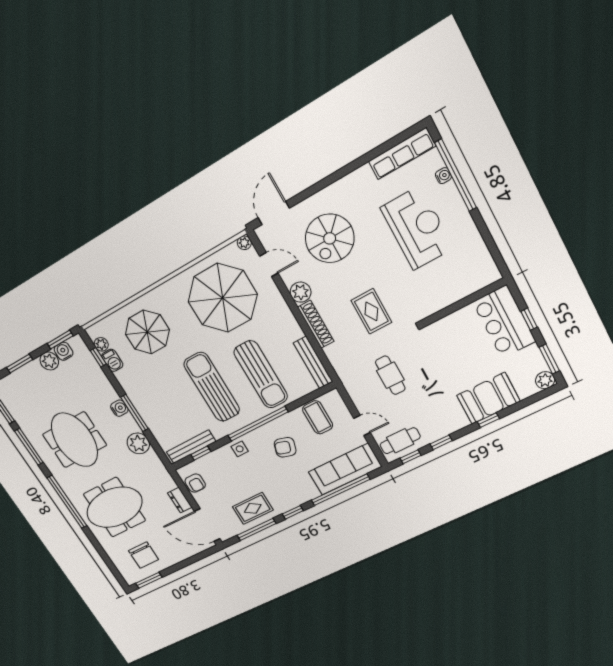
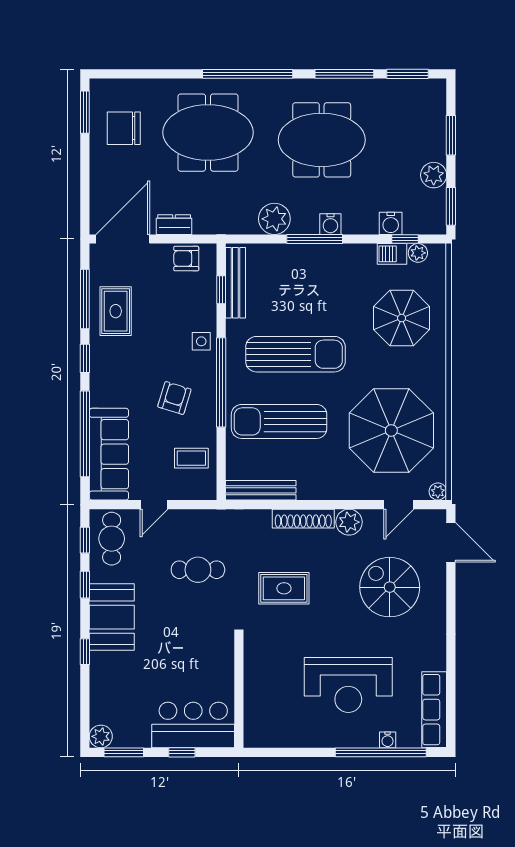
water cooler: (64, 351) -> (391, 223), moved, turned 90
booth: (488, 398) -> (112, 617), moved
coffee table: (318, 417) -> (191, 458), width x0.73, depth x0.77
meeting table: (114, 507) -> (208, 133), turned 90

